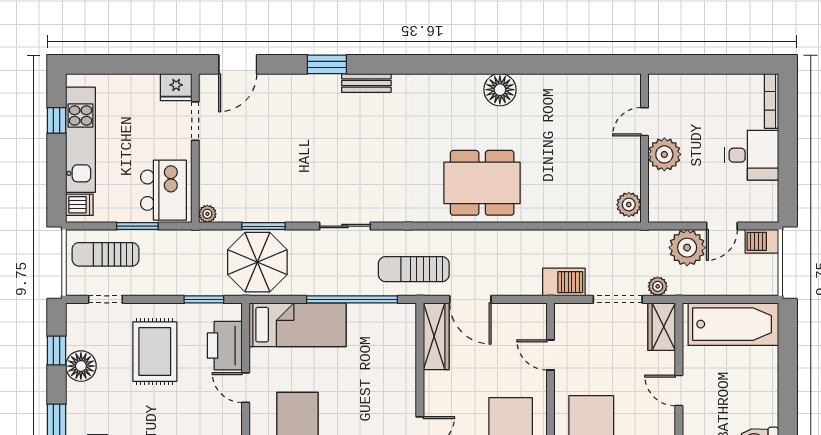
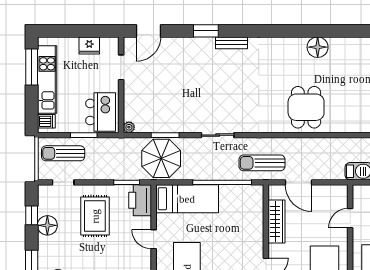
fridge: (176, 87) -> (89, 46), moved
window: (57, 120) -> (32, 67), width x2.17
dining table: (482, 183) -> (306, 107), width x0.73
wardrobe: (436, 336) -> (276, 221), moved
printer: (225, 346) -> (140, 200), moved
door: (550, 355) -> (350, 218), hinge flipped

